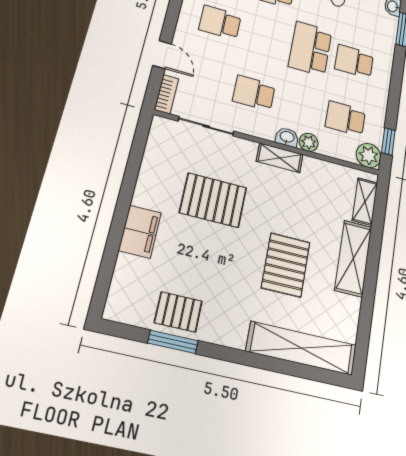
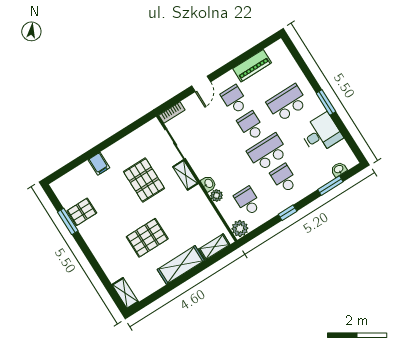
door: (162, 55) -> (201, 84), moved
school desk: (254, 93) -> (251, 126), moved
window: (388, 142) -> (288, 213), moved
shelving: (280, 158) -> (185, 175), moved
filing cabinet: (140, 232) -> (99, 164), width x0.50
pallet: (178, 312) -> (82, 212), turned 90
shelving: (302, 348) -> (125, 293), width x0.45, depth x0.75

